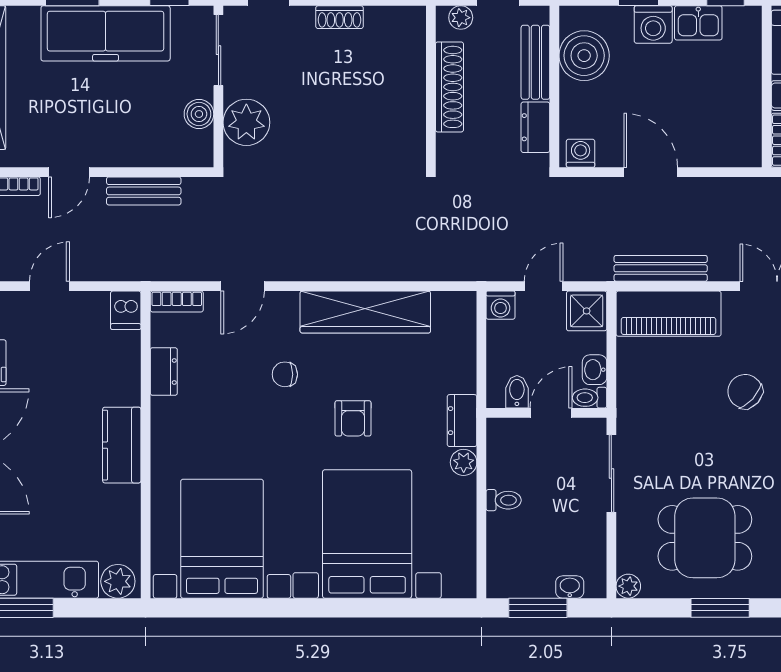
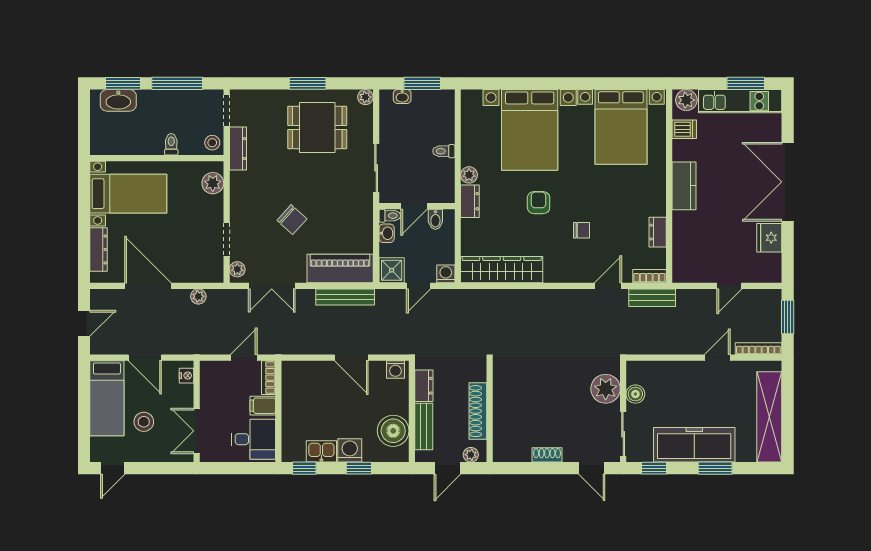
bench: (144, 191) -> (652, 298), moved
dishwasher: (126, 310) -> (684, 129), moved, turned 90
wardrobe: (365, 312) -> (502, 270), moved

